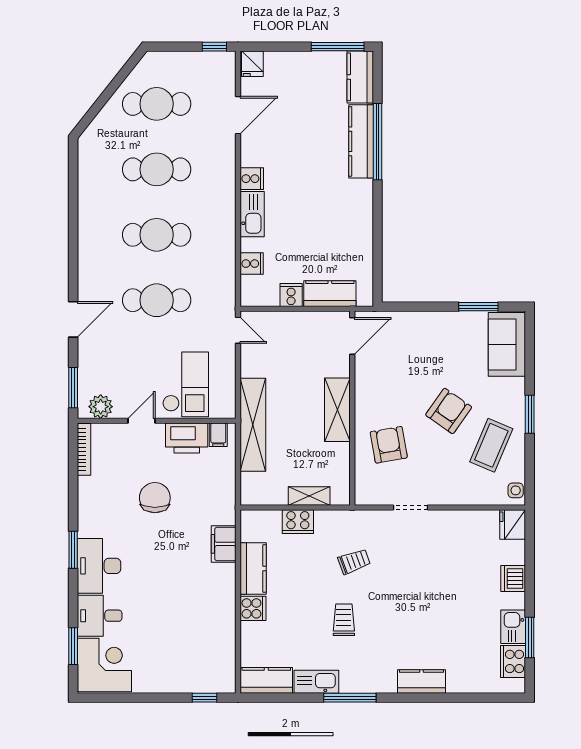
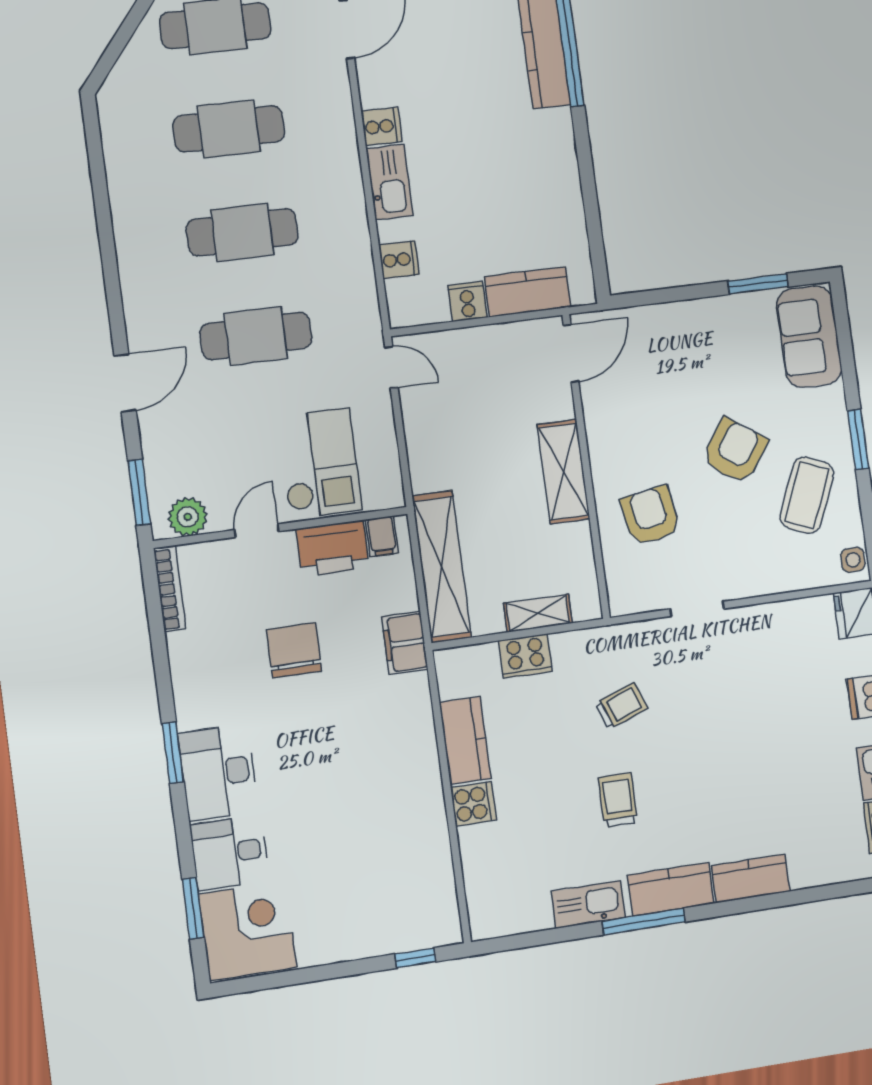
shelving: (253, 425) -> (442, 567), moved
filing cabinet: (224, 544) -> (405, 643), moved
kitchen counter: (266, 680) -> (671, 889), moved

